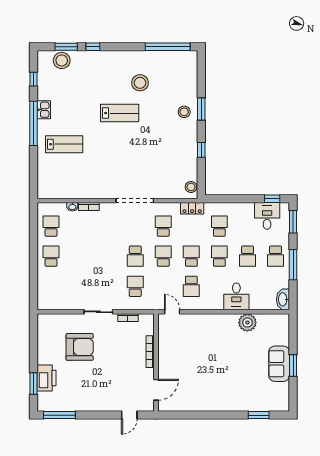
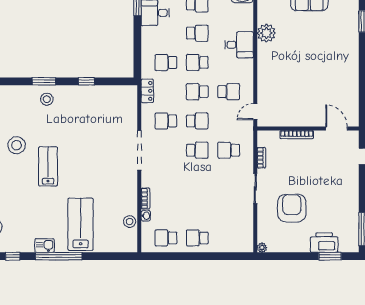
lab bench: (64, 144) -> (81, 224), width x1.36, depth x1.39
stool: (191, 187) -> (130, 221), moved
school desk: (163, 256) -> (197, 121), turned 180
plant: (42, 318) -> (262, 248), added

